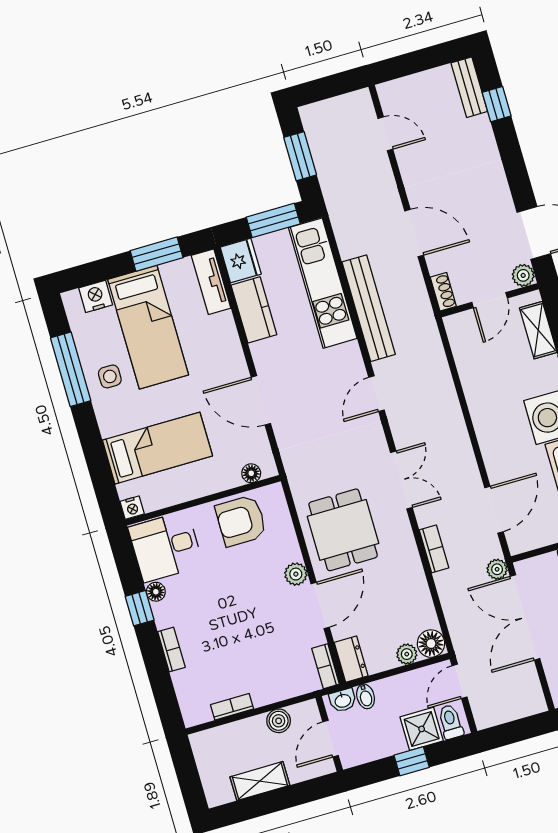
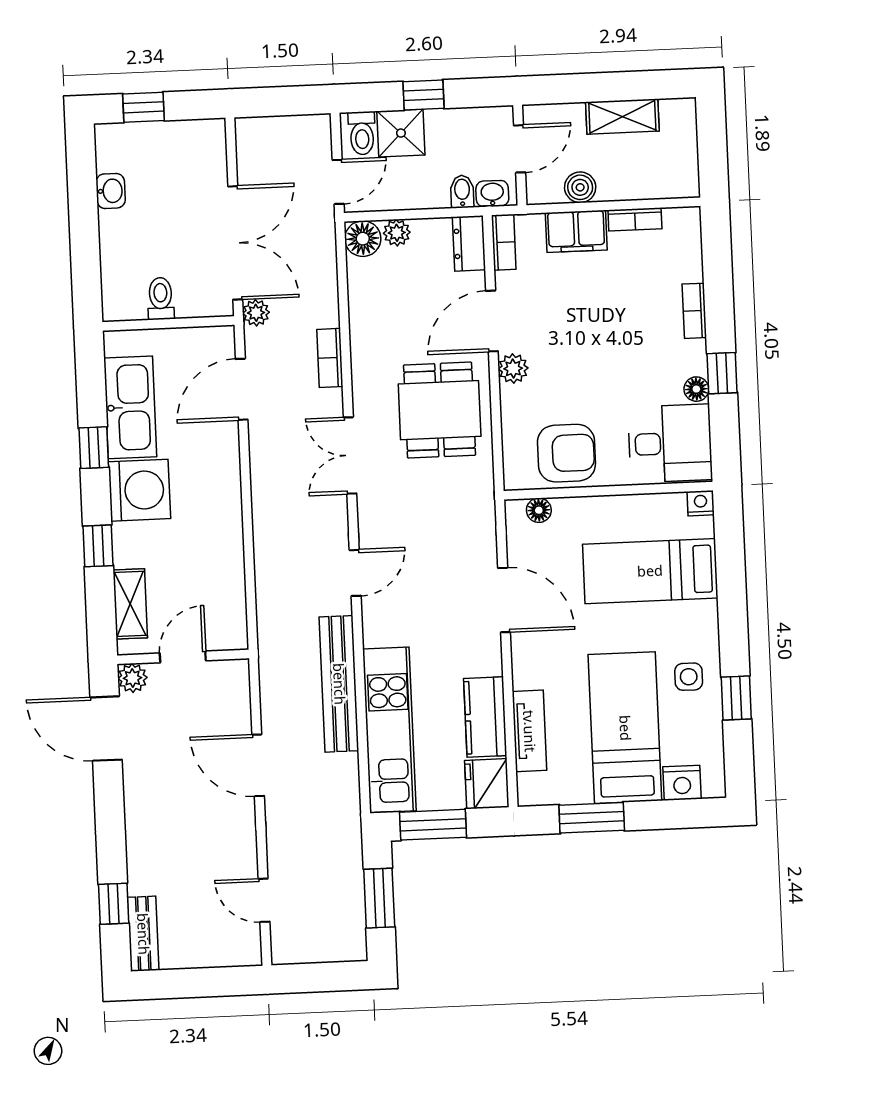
tv unit: (211, 282) -> (529, 731), moved
shoe rack: (443, 292) -> (239, 682), removed
window: (71, 369) -> (736, 698), width x0.46
filing cabinet: (274, 687) -> (576, 231), added

